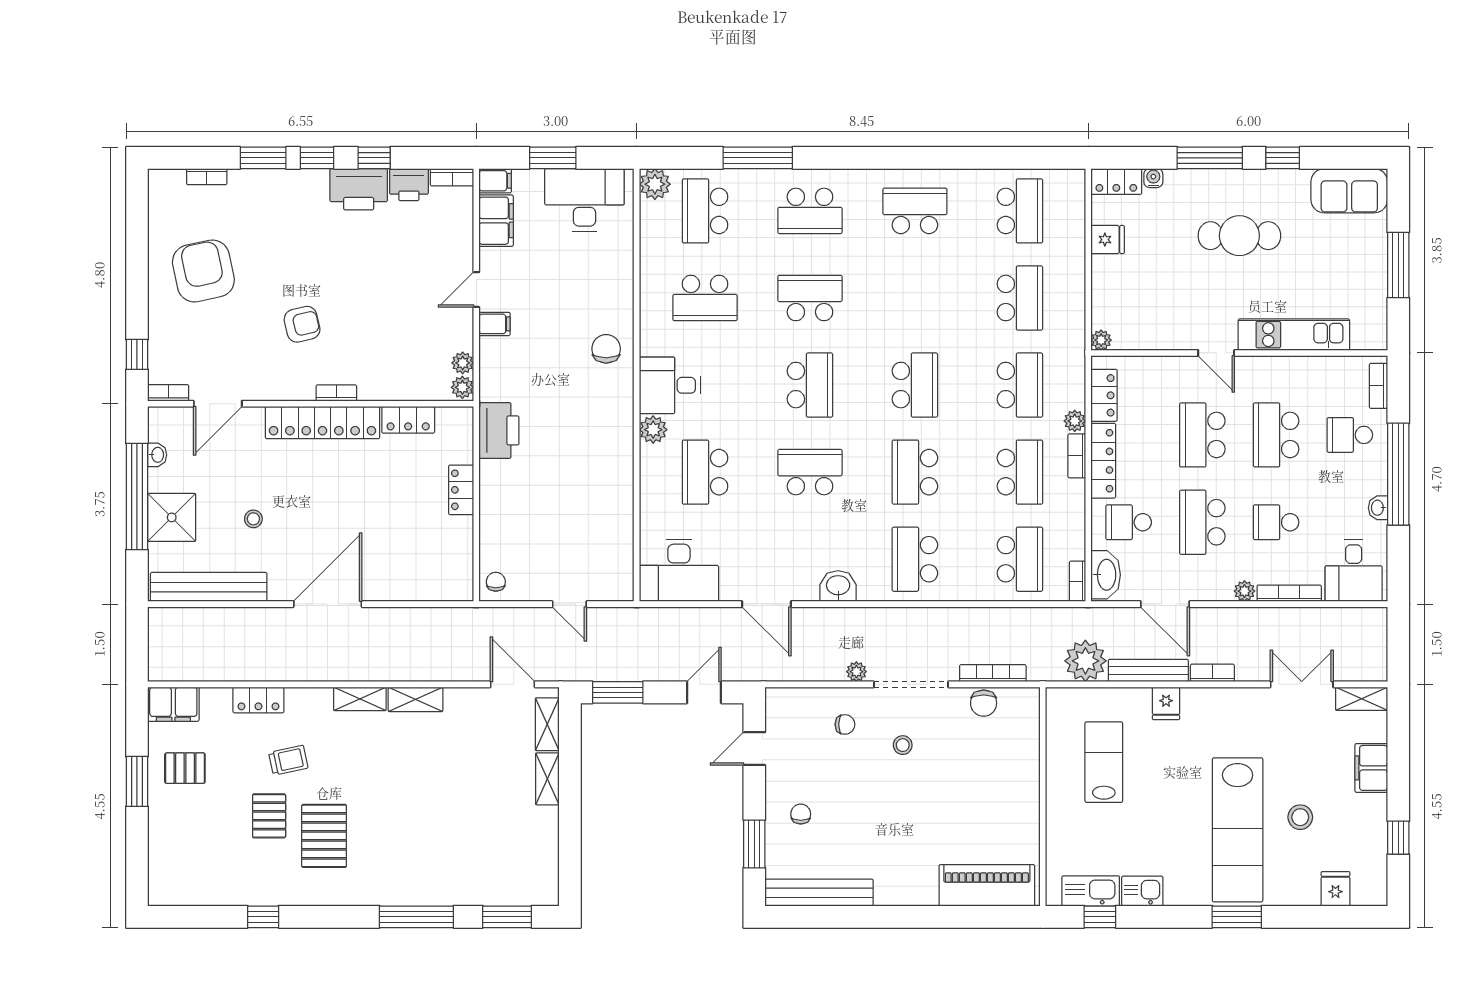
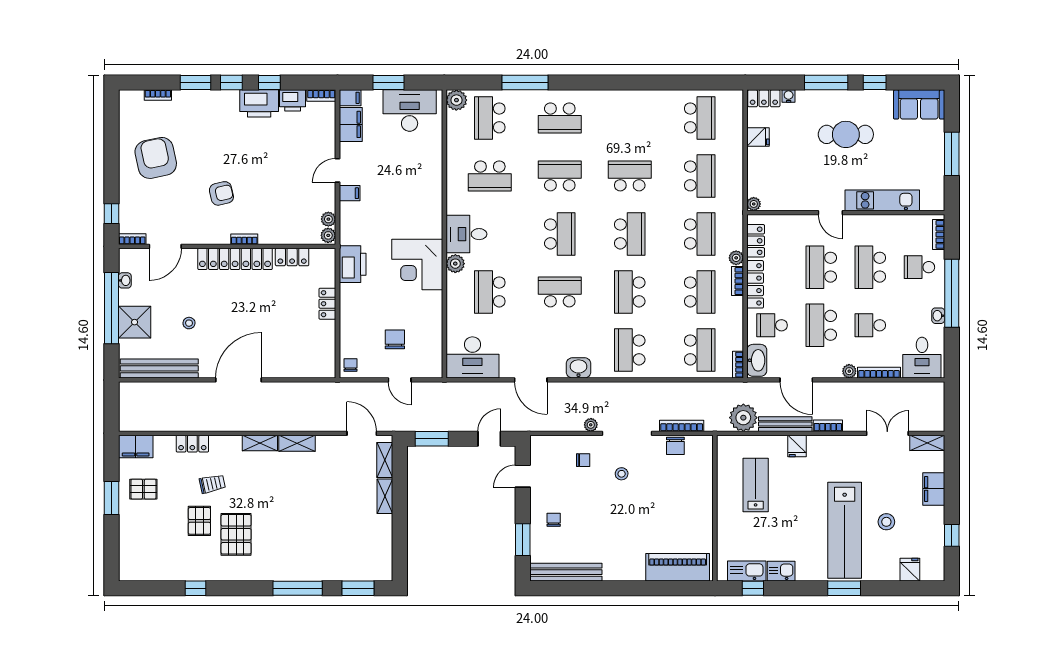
school desk: (915, 211) -> (630, 176), moved
chair: (606, 349) -> (395, 339), moved
corner desk: (596, 431) -> (417, 264), added

